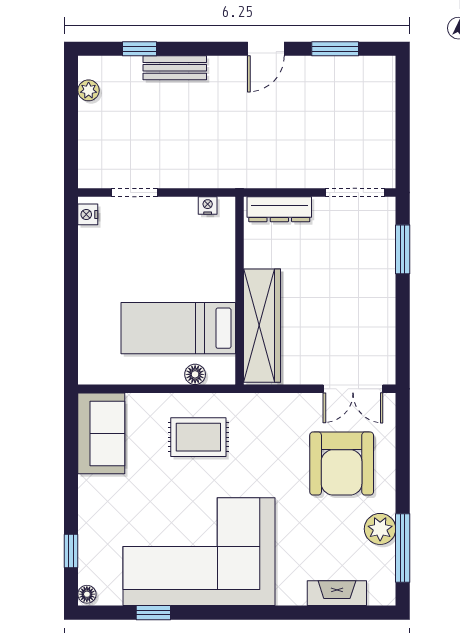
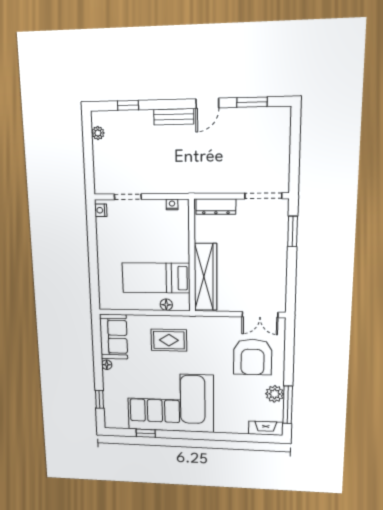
bench: (175, 68) -> (174, 117), moved
fireplace: (337, 593) -> (266, 428), moved
floor lamp: (87, 594) -> (107, 365), moved

